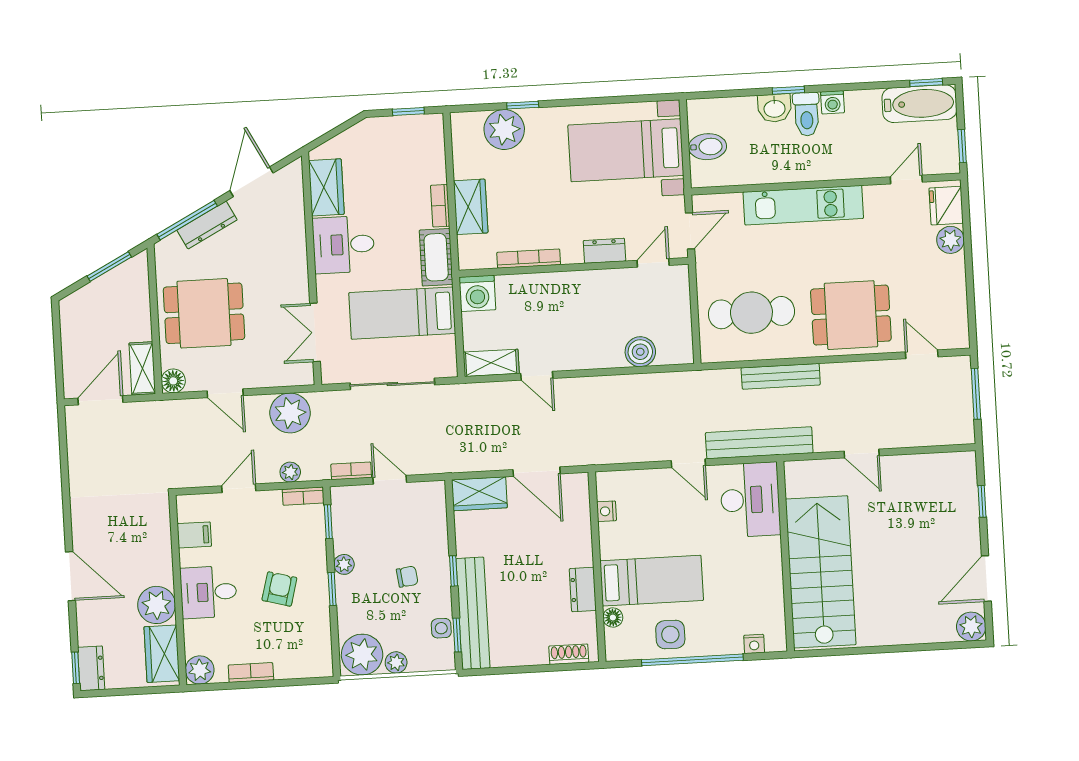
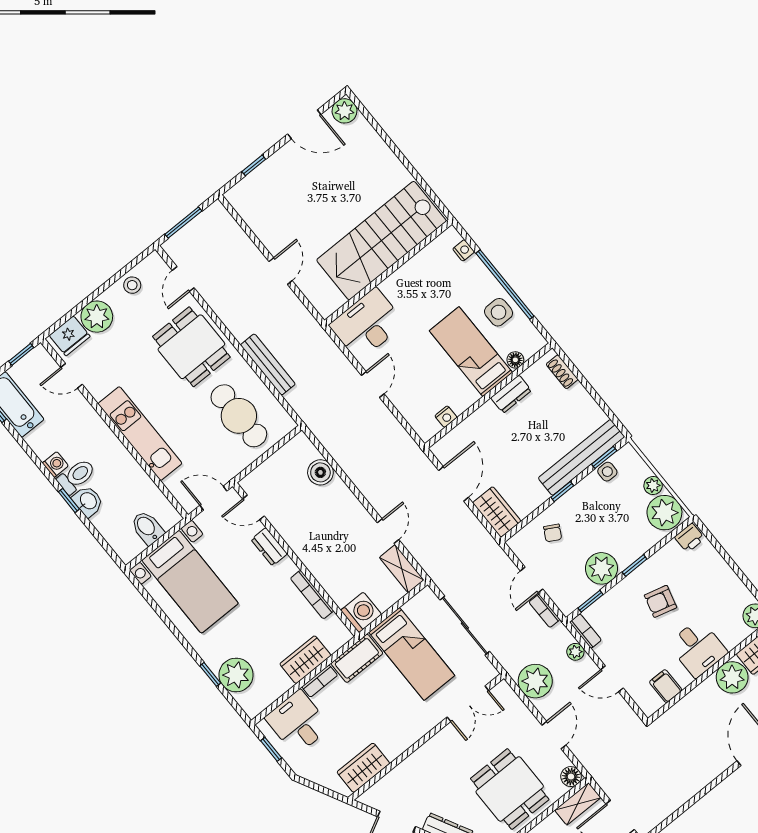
plant: (950, 240) -> (97, 317), width x1.36, depth x1.36
desk: (344, 245) -> (298, 722), moved, turned 180
stool: (951, 301) -> (132, 285), added
bench: (759, 443) -> (324, 346), removed
plant: (344, 564) -> (601, 568), width x1.88, depth x1.88
chair: (407, 577) -> (553, 533), moved, turned -144
printer: (320, 661) -> (690, 538), added
bookcase: (251, 673) -> (732, 580), removed

